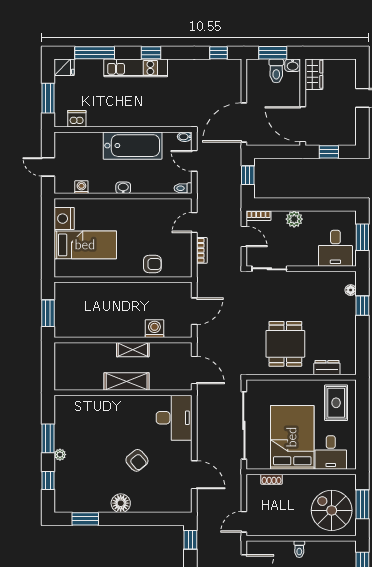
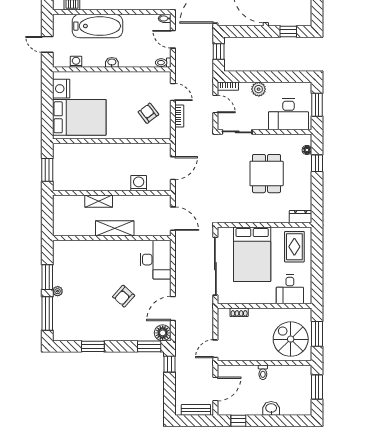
bathtub: (133, 146) -> (97, 26), moved
door: (194, 222) -> (173, 92), swing flipped
bed: (85, 245) -> (79, 117), width x1.50
desk: (335, 248) -> (288, 114), width x1.37
armchair: (152, 264) -> (148, 113), moved, turned -127
dining table: (285, 344) -> (267, 174), moved
shelving: (133, 350) -> (99, 201), moved
dresser: (327, 368) -> (301, 217), moved
bed: (292, 437) -> (252, 254), moved, turned 180
armchair: (137, 460) -> (124, 296), turned 82
door: (194, 475) -> (173, 309), swing flipped
window: (48, 481) -> (47, 313), width x2.17
floor lamp: (121, 503) -> (163, 333), moved
window: (85, 519) -> (93, 346), moved
window: (167, 519) -> (149, 346), added

